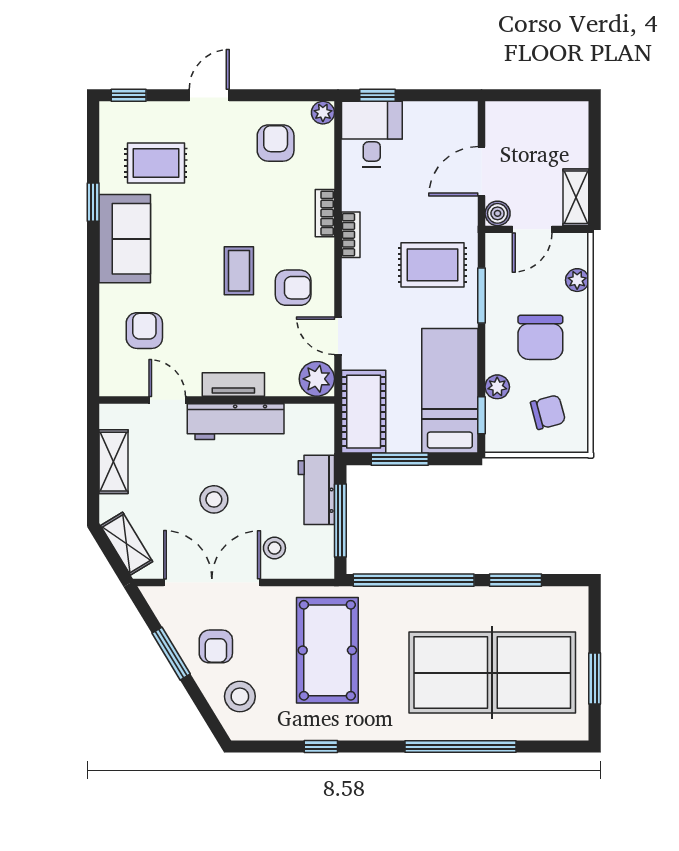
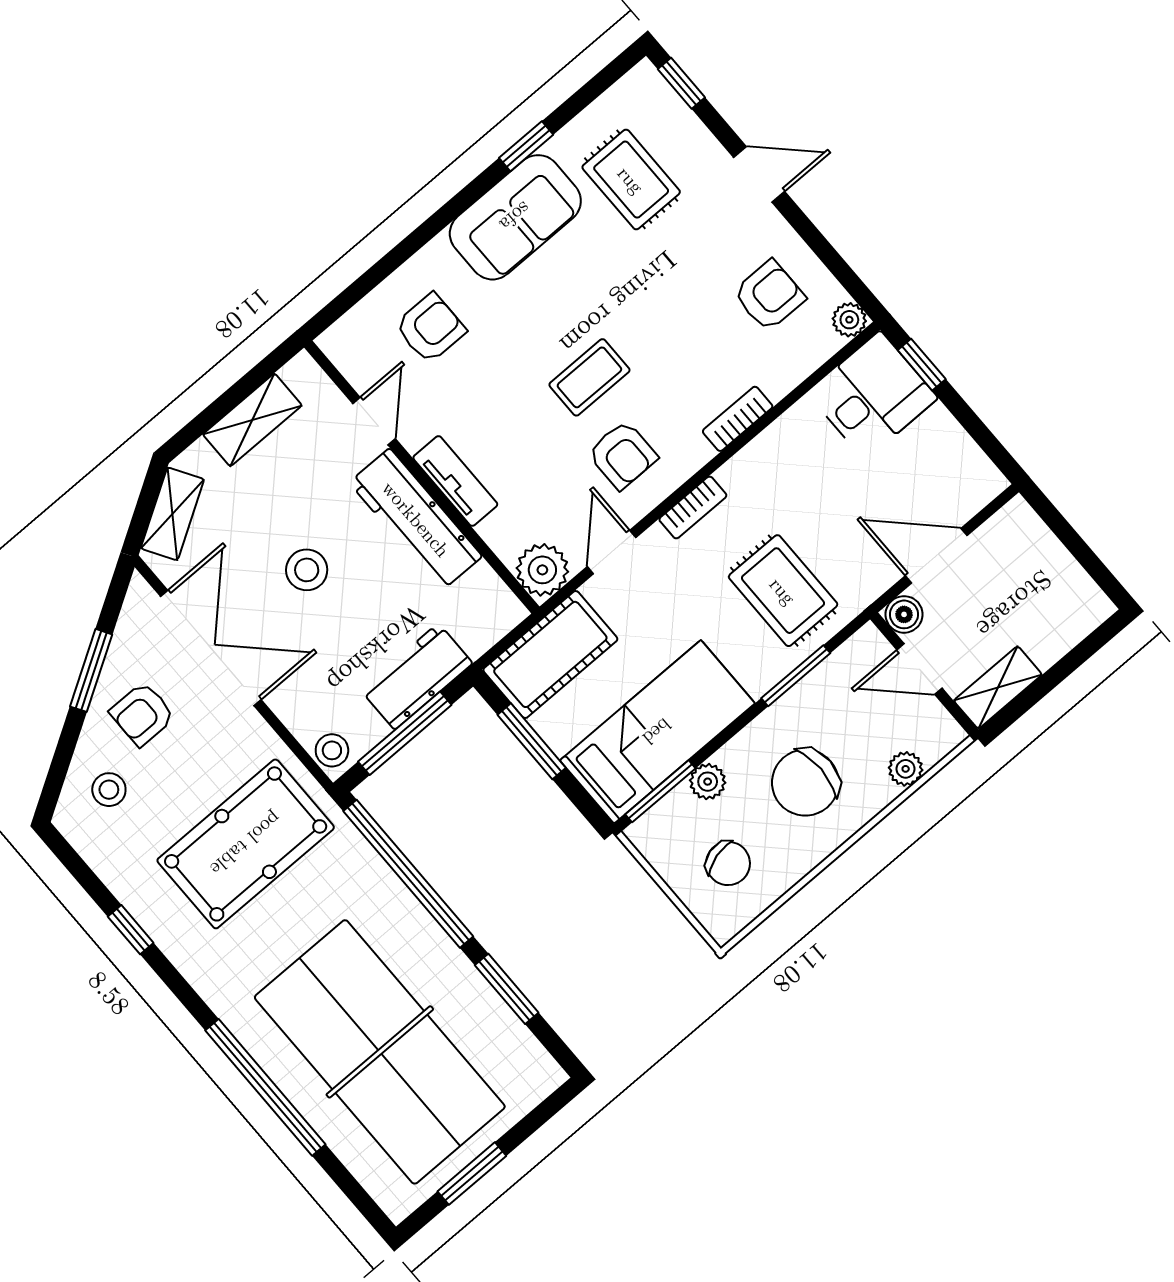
bookcase: (351, 235) -> (693, 507), moved
window: (482, 415) -> (660, 791), width x1.50
stool: (274, 548) -> (332, 750), moved
stool: (240, 696) -> (109, 790), width x0.73, depth x0.73

